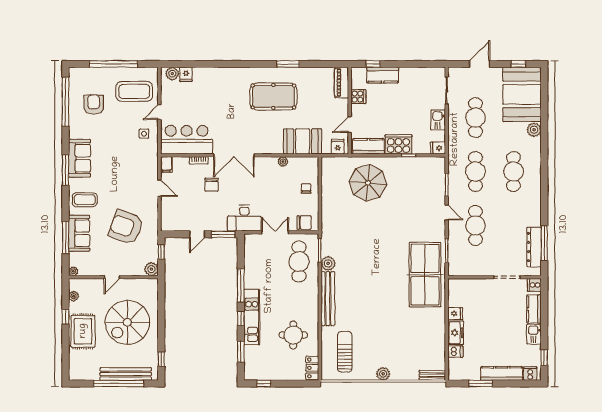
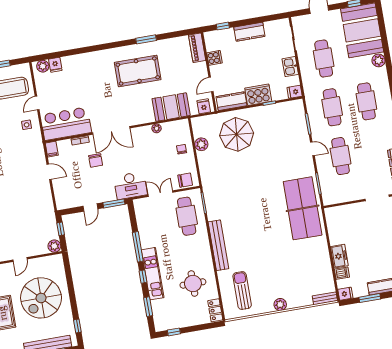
kitchen counter: (383, 75) -> (249, 32), moved
armchair: (126, 227) -> (25, 212), removed
plant: (328, 263) -> (201, 144), moved
fridge: (455, 314) -> (345, 294), moved

